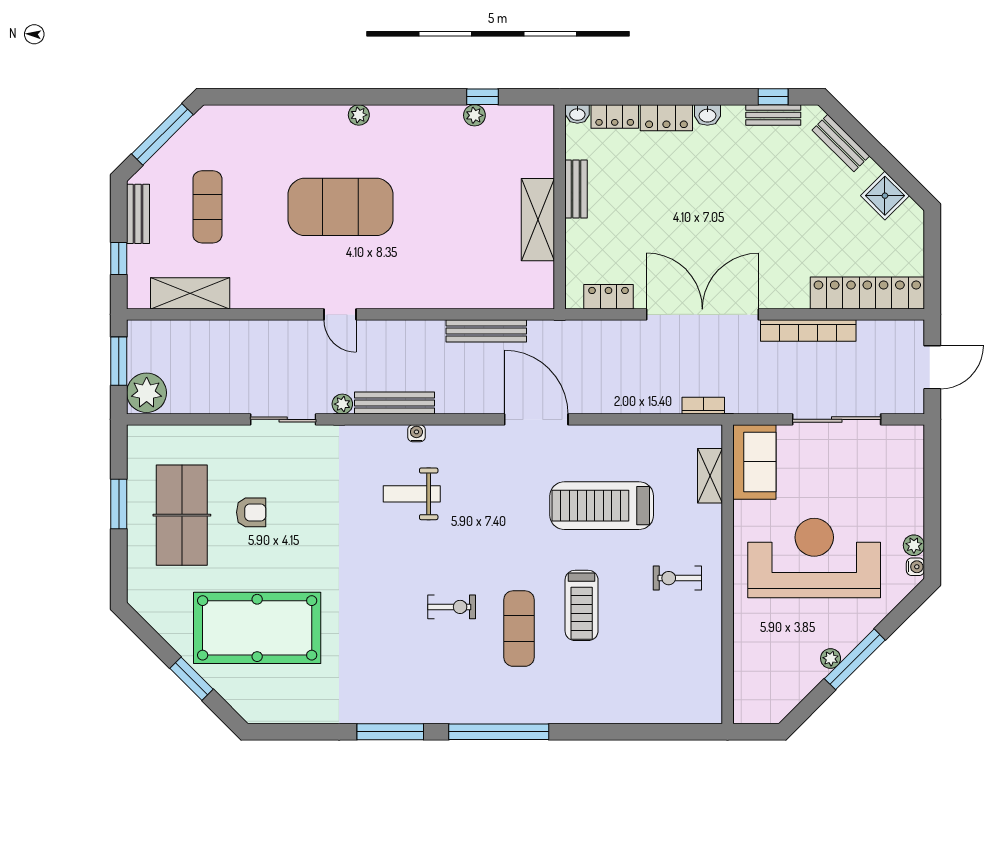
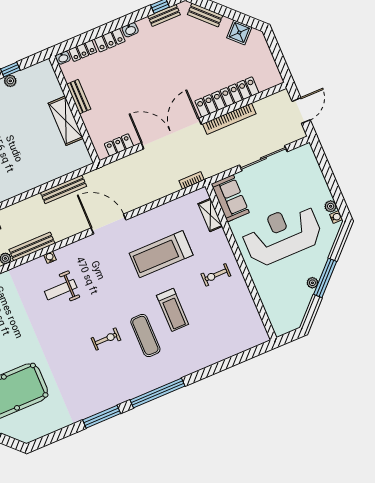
locker: (867, 293) -> (227, 97), moved

